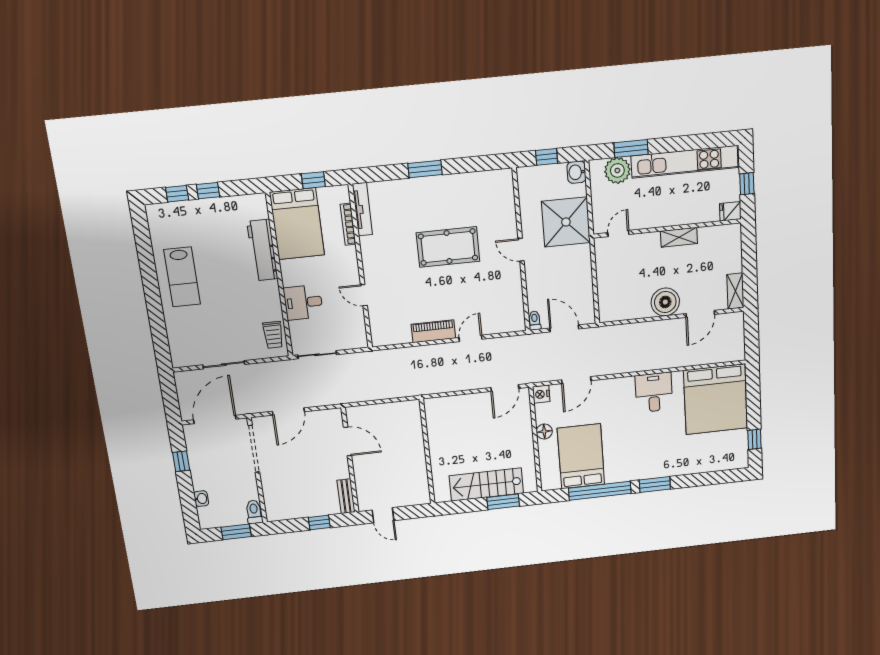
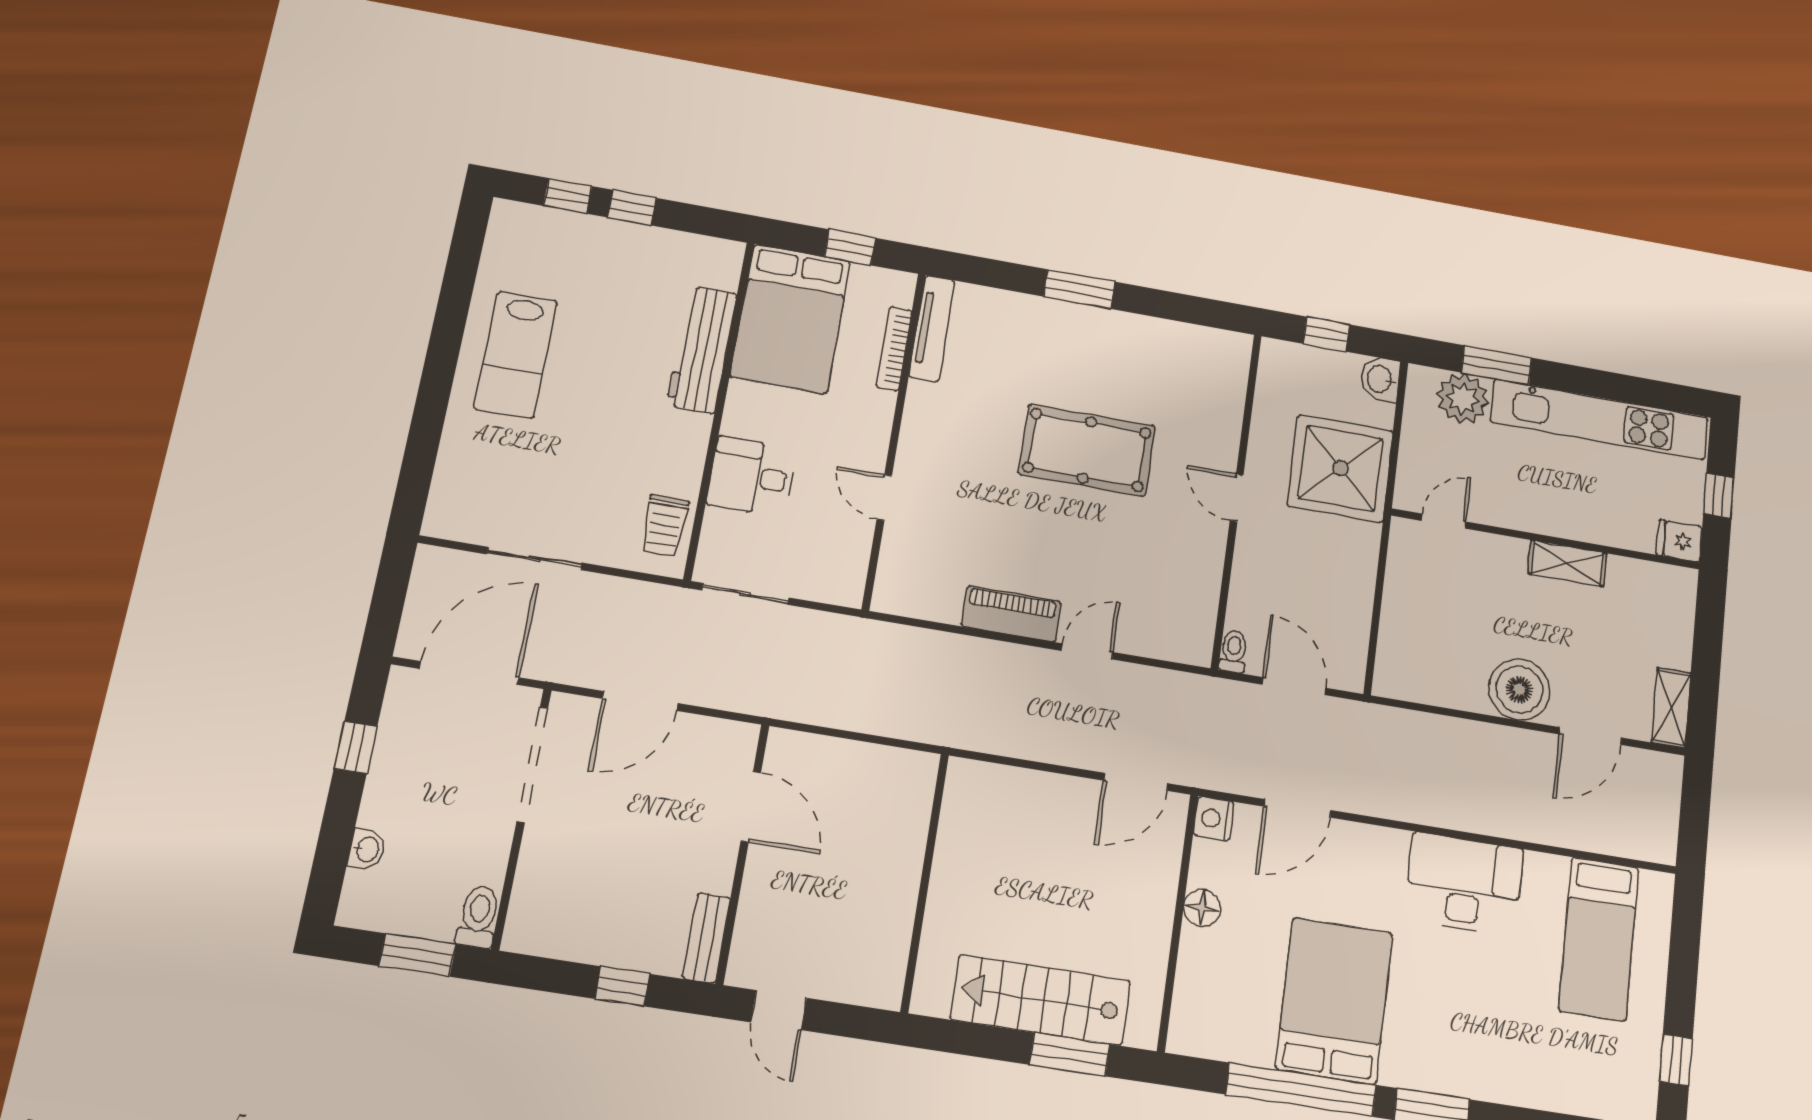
desk: (654, 392) -> (1464, 884), width x1.37
bed: (715, 399) -> (1599, 939), width x0.49
bed: (581, 456) -> (1334, 1001), moved

